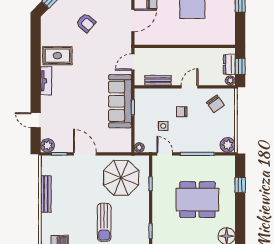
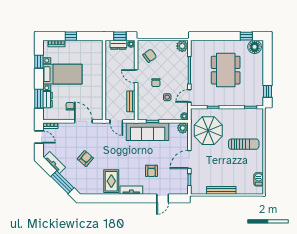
armchair: (70, 106) -> (151, 171), added
plant: (48, 146) -> (183, 128), moved
window: (240, 185) -> (246, 36), moved

